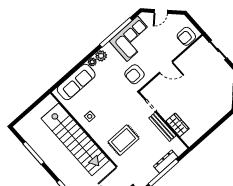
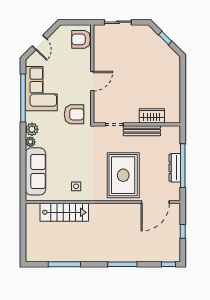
armchair: (186, 36) -> (81, 39), turned 90
armchair: (135, 74) -> (74, 114), turned -90
stairs: (75, 139) -> (64, 212), width x0.54, depth x0.66
rug: (123, 140) -> (123, 175), width x1.37, depth x1.44
dresser: (166, 162) -> (175, 168), moved

